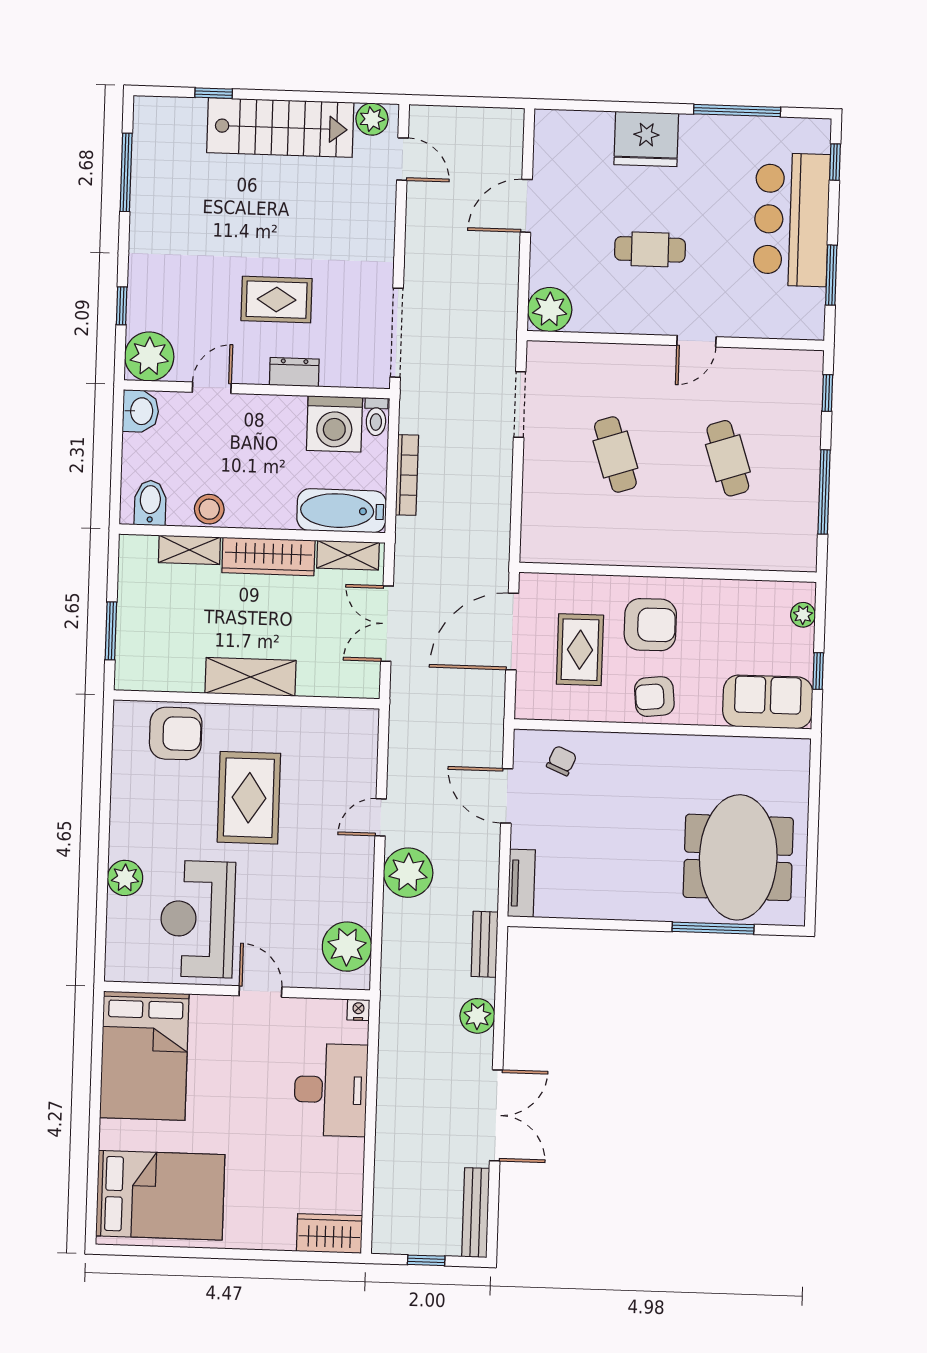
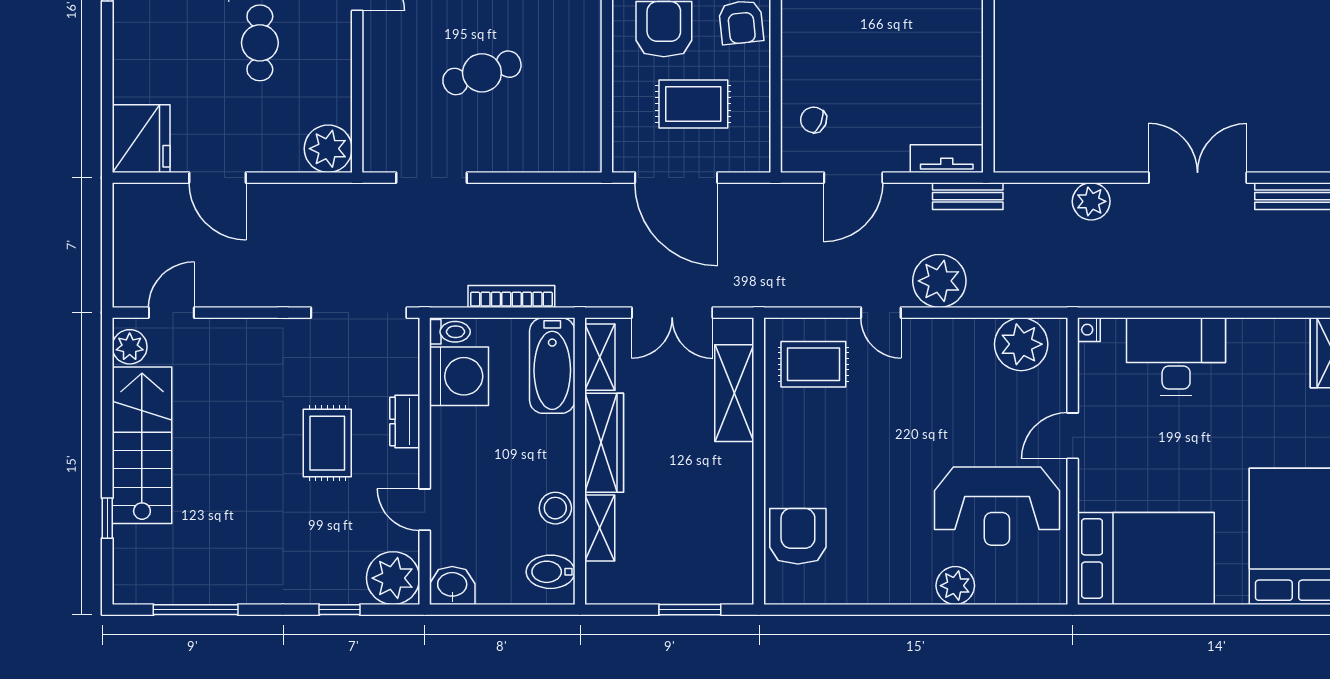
fridge: (646, 139) -> (141, 139), moved
shelving: (251, 677) -> (734, 393), moved
rug: (249, 798) -> (813, 364), moved, width x0.73, depth x0.70
bench: (485, 944) -> (968, 196), moved

